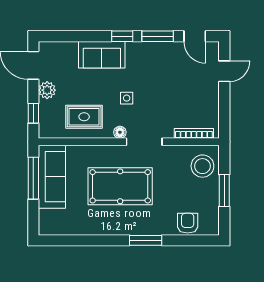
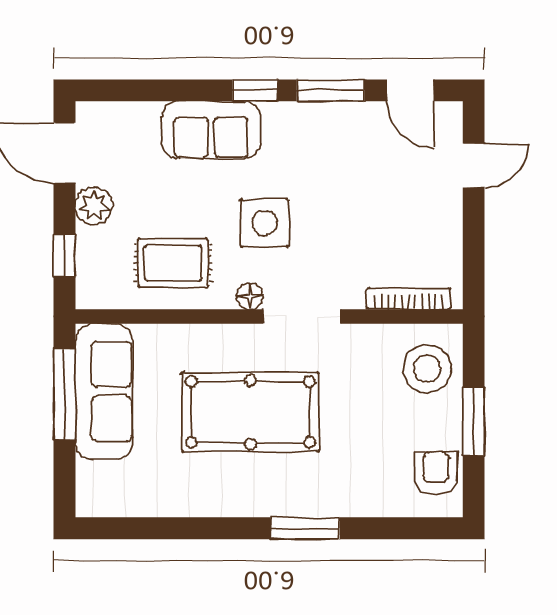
side table: (127, 98) -> (264, 223), width x1.87, depth x1.87
armchair: (188, 223) -> (436, 473), moved

